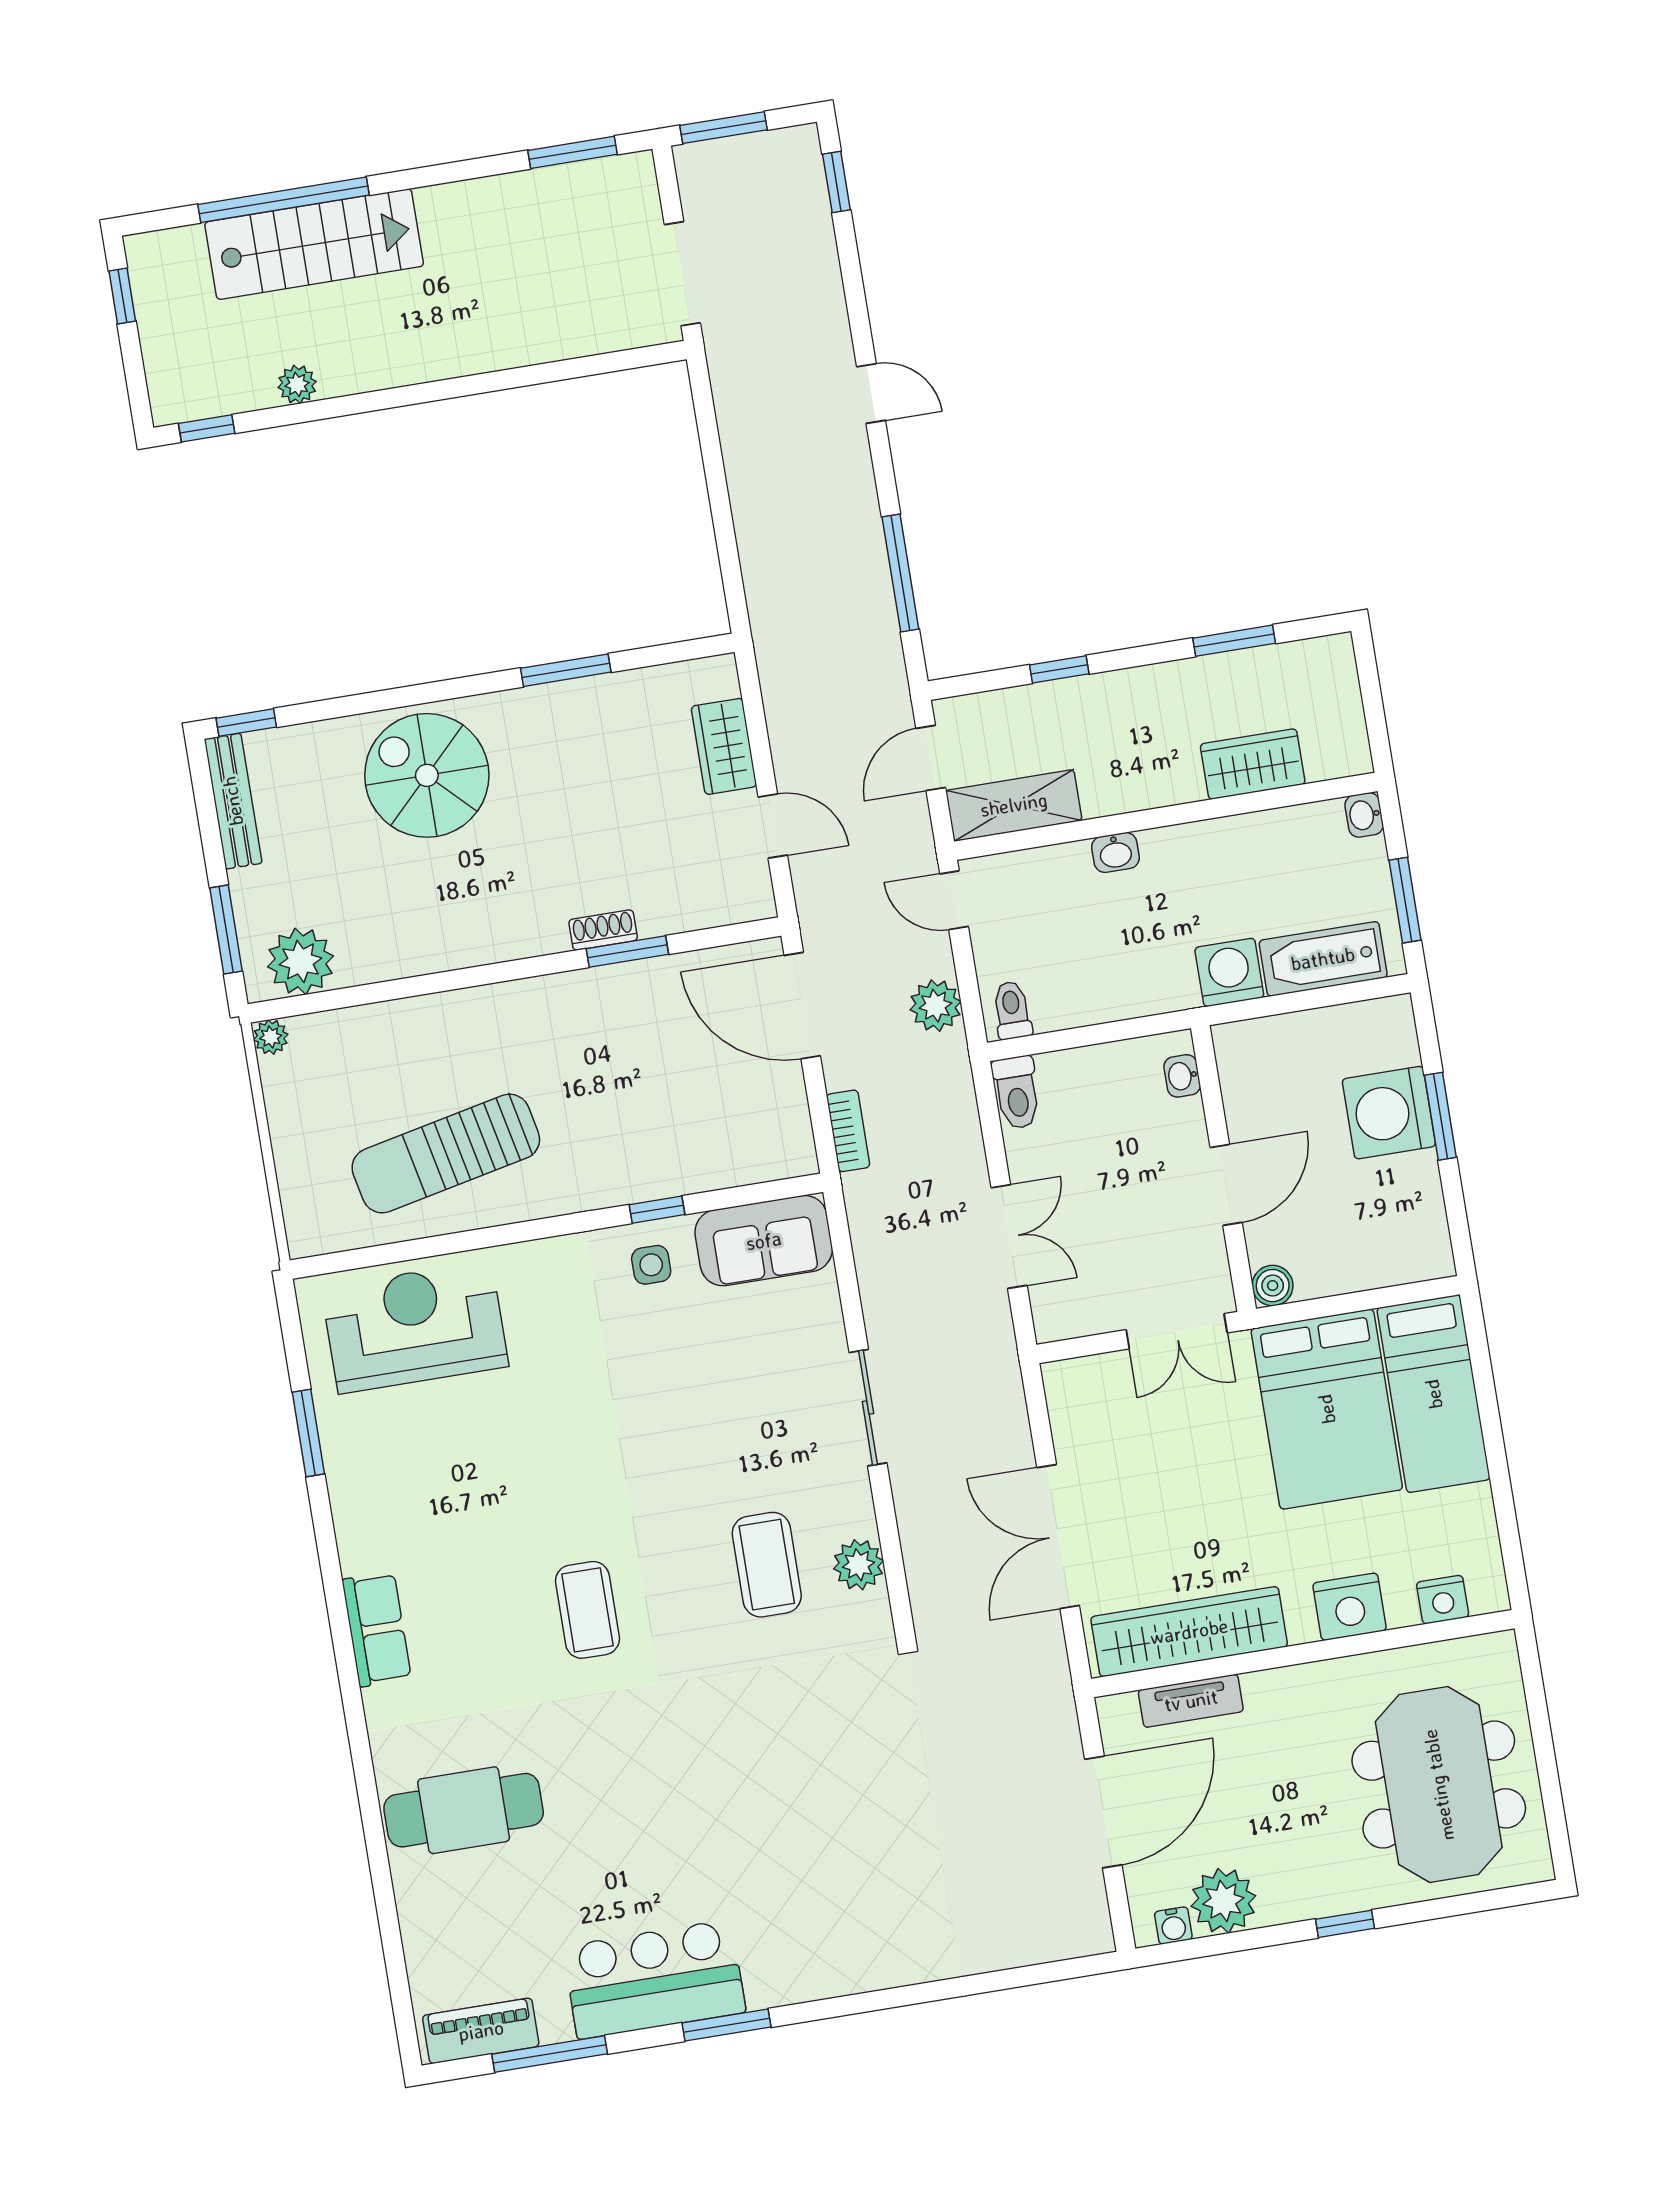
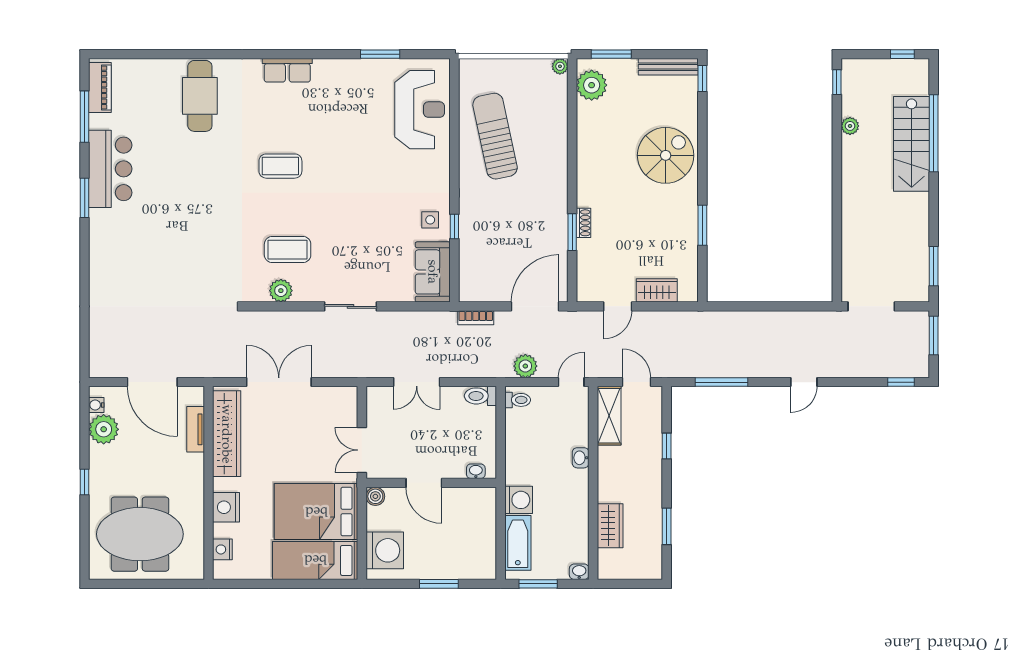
washing machine: (1389, 1113) -> (385, 550), moved, turned 90

